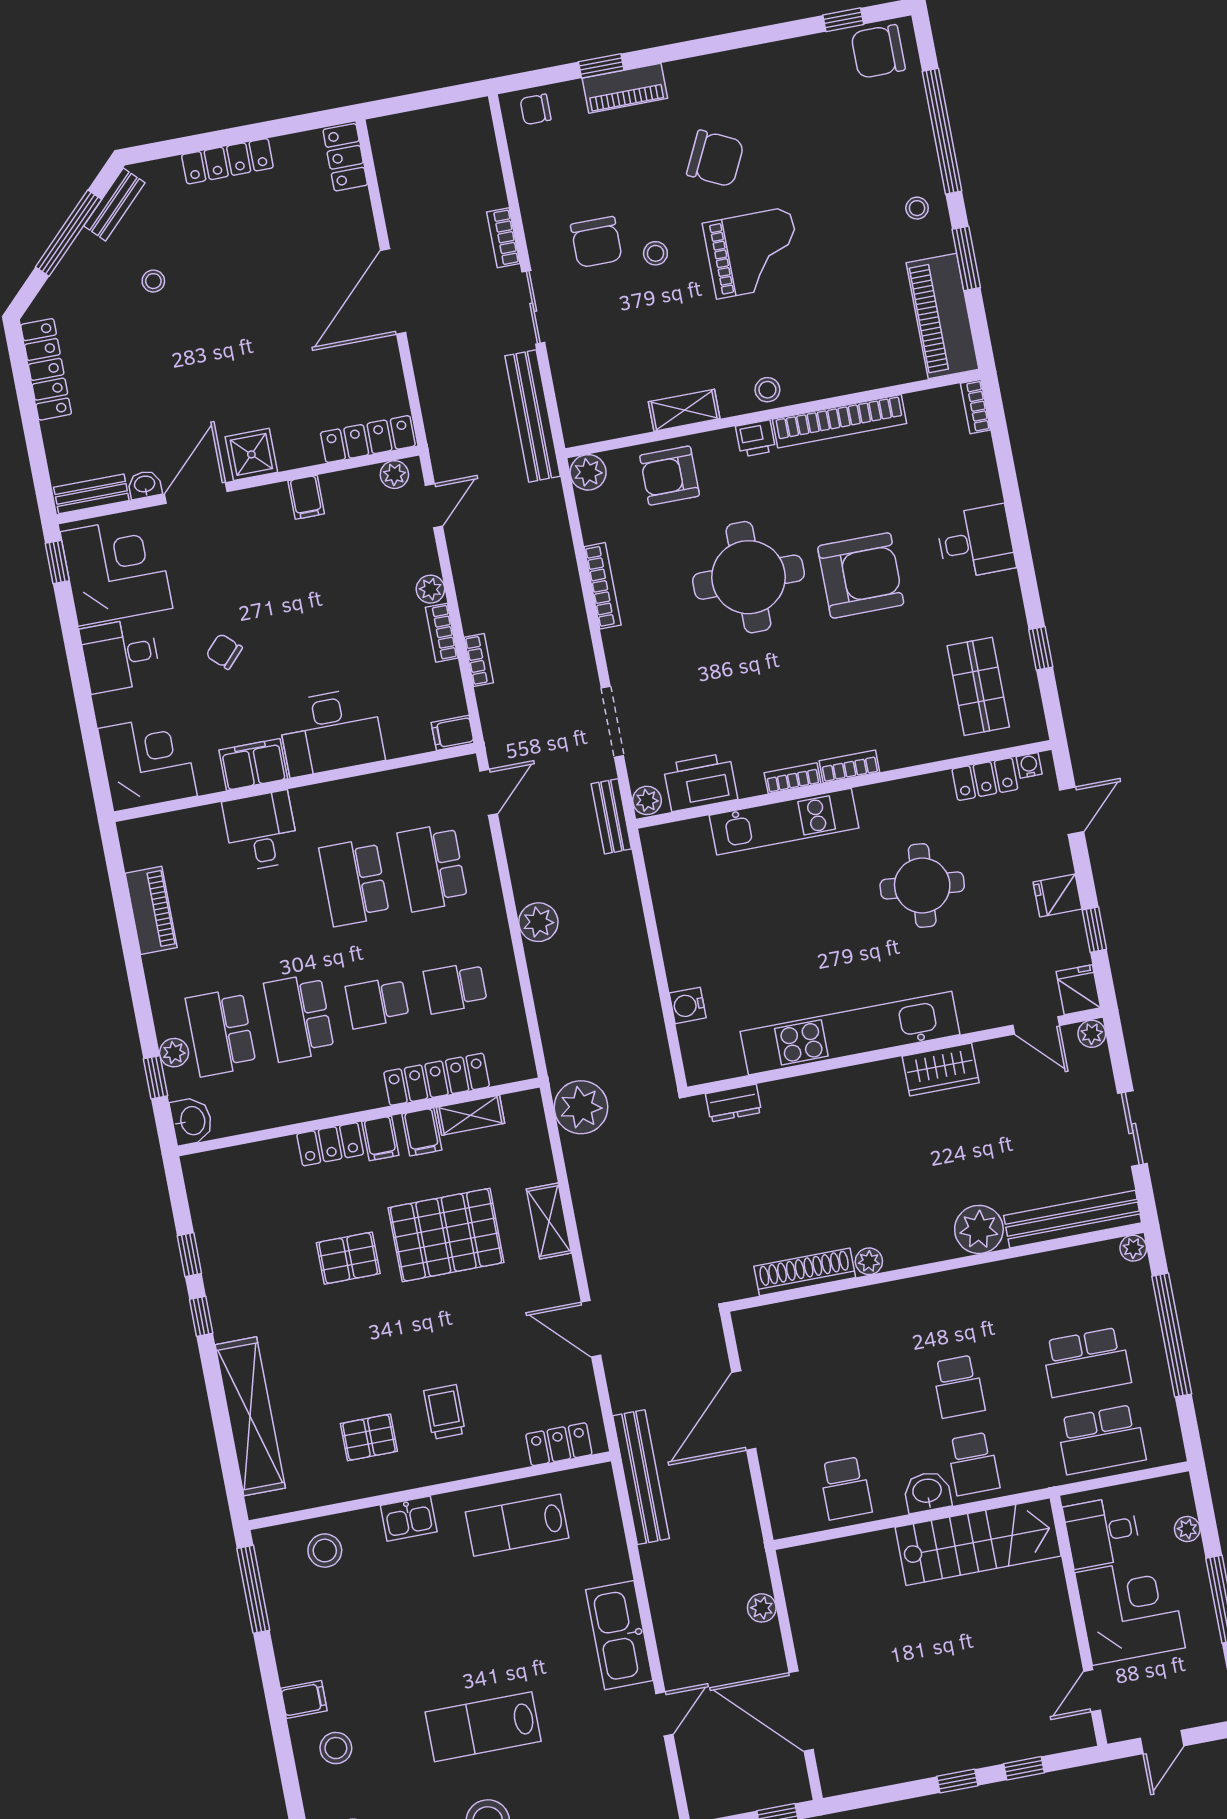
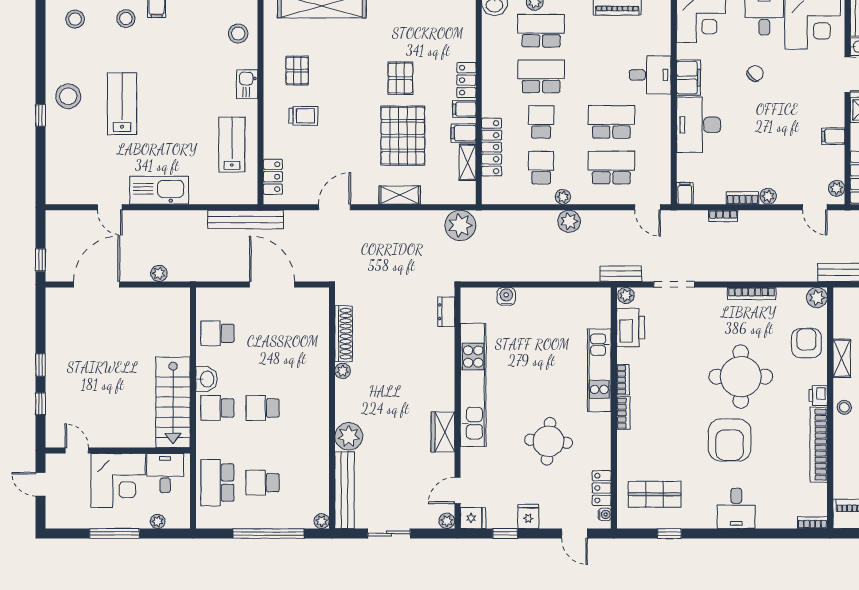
plant: (499, 941) -> (563, 197), added
school desk: (1086, 1362) -> (263, 483), width x0.54

